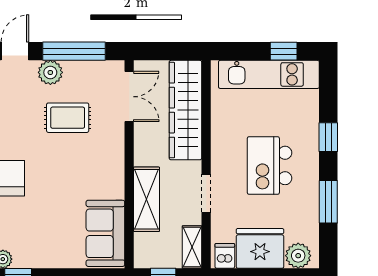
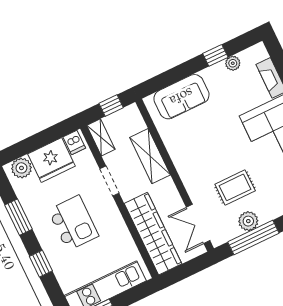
plant: (50, 72) -> (248, 221), moved
sofa: (105, 233) -> (181, 97), moved, turned 90

